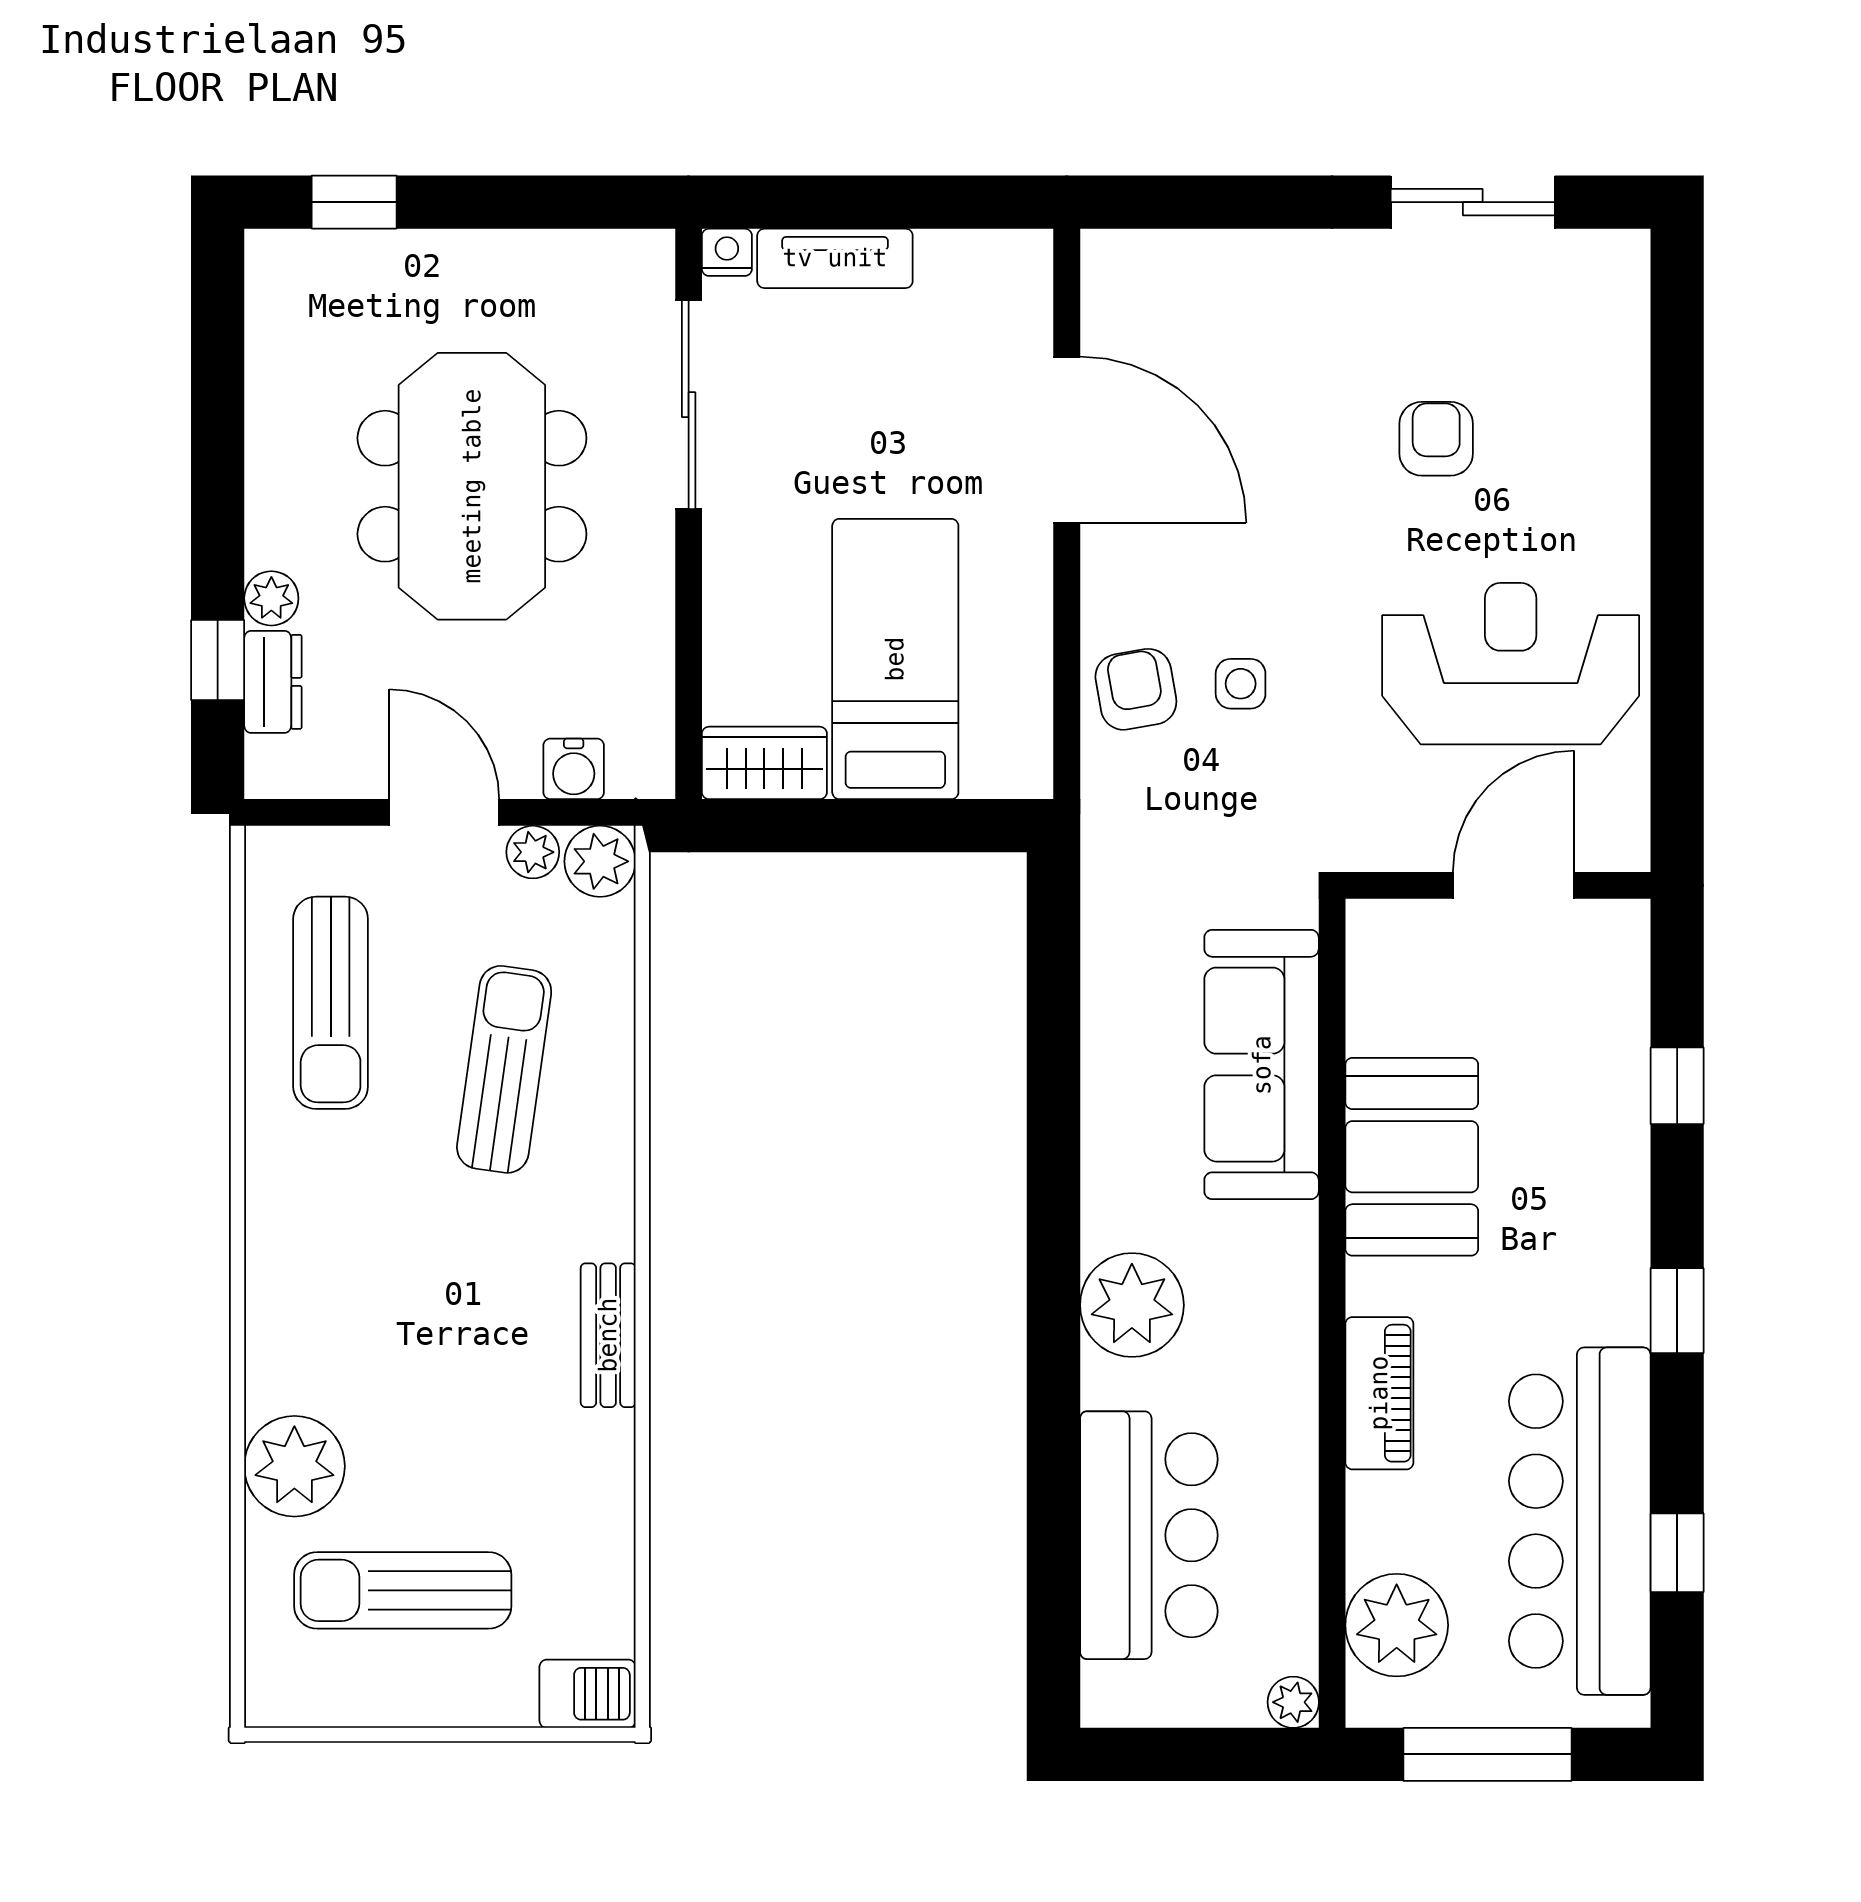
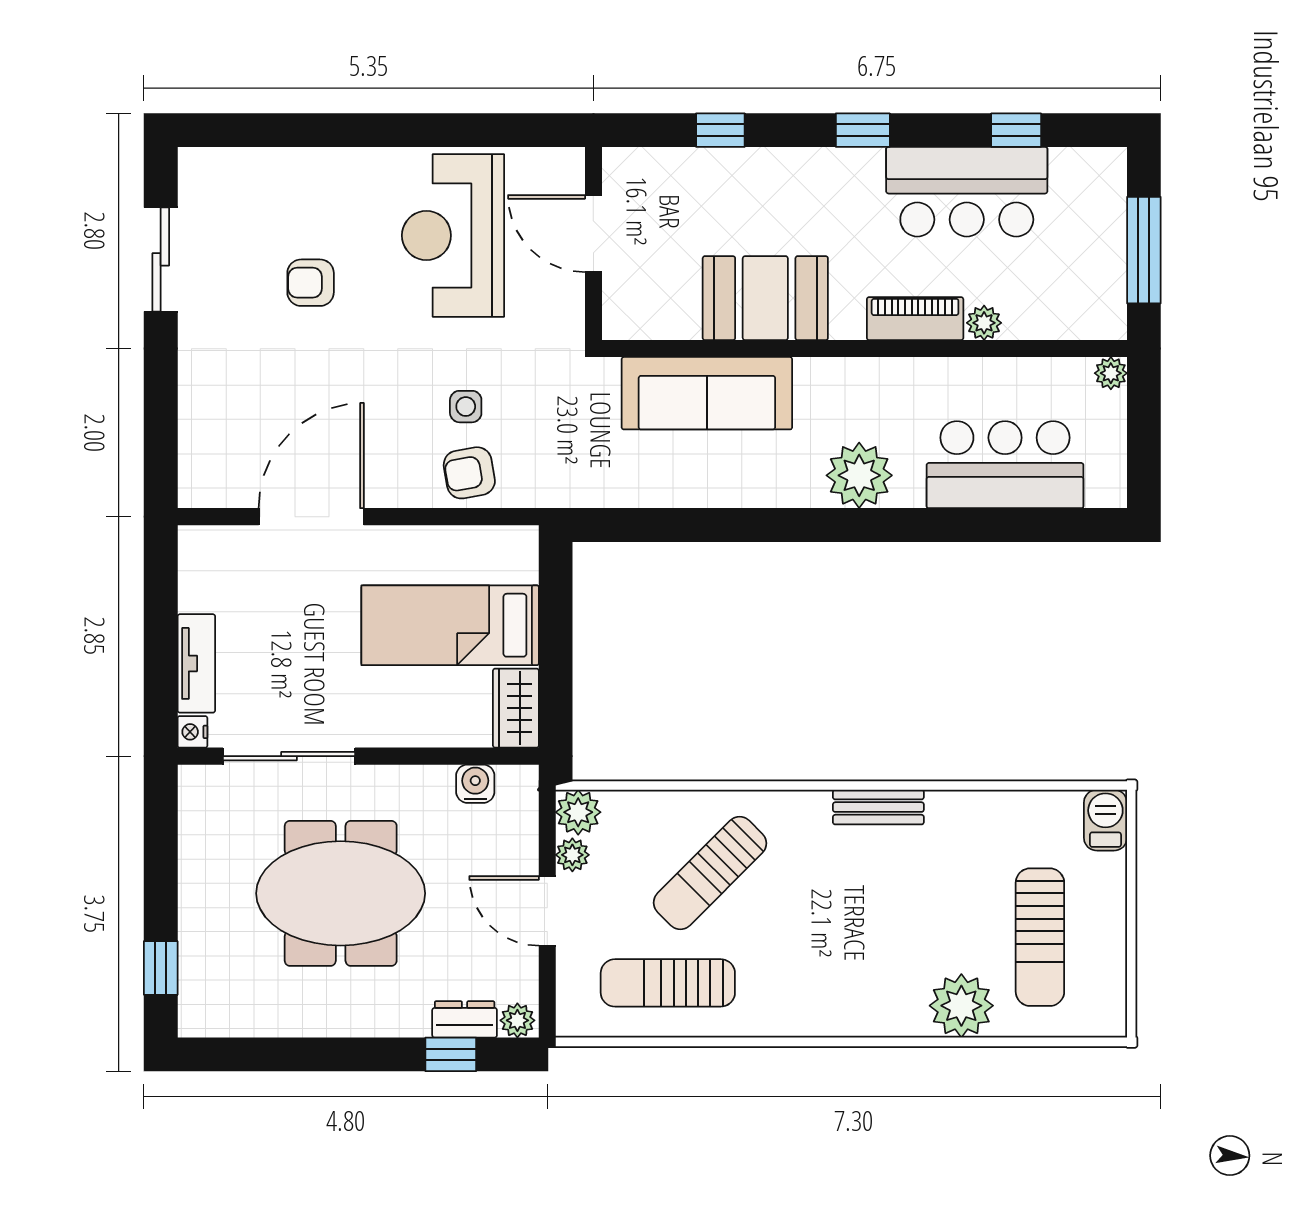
plant: (271, 598) -> (517, 1020), moved
water cooler: (574, 769) -> (475, 784), moved, turned -90
door: (444, 812) -> (547, 911), hinge flipped
sun lounger: (331, 1003) -> (668, 983), turned 180
sun lounger: (504, 1069) -> (710, 873), turned -53
bar counter: (1580, 1521) -> (967, 192), width x0.73
plant: (1397, 1625) -> (984, 323), moved, width x0.53, depth x0.53

